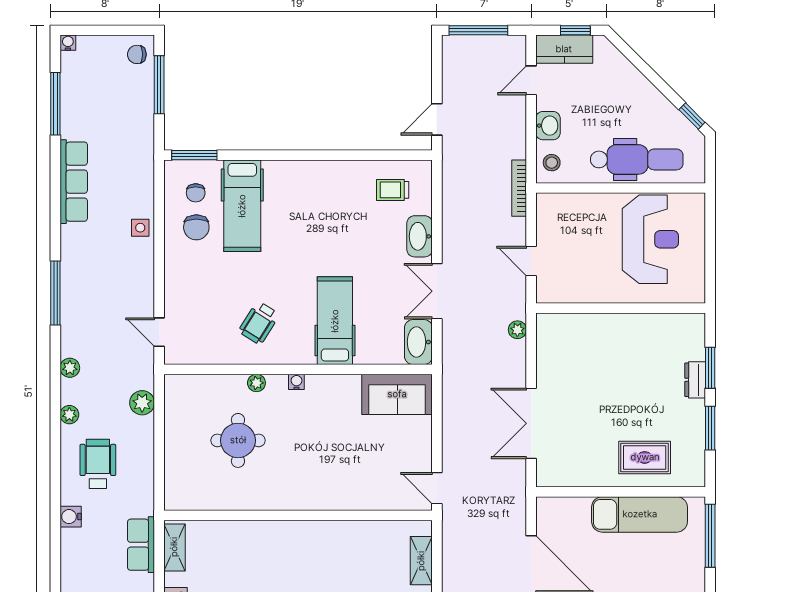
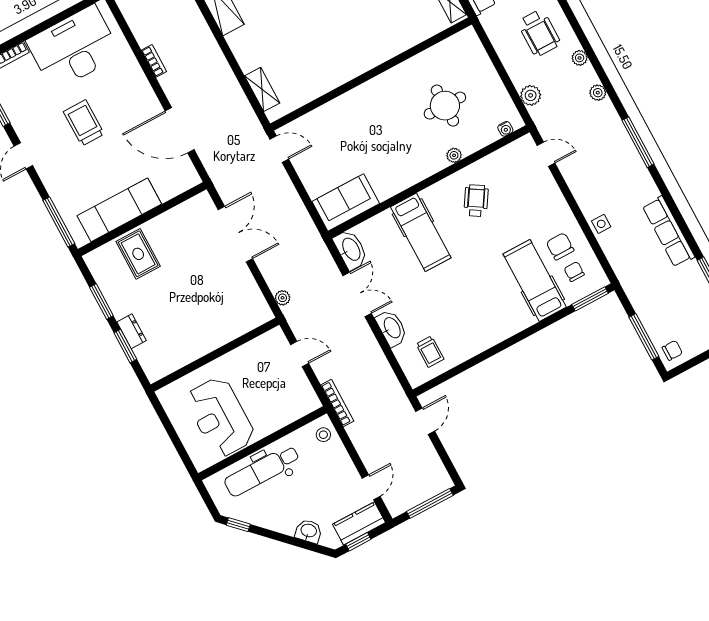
washbasin: (548, 126) -> (309, 531), moved, turned 135
trolley: (393, 190) -> (430, 352), turned 90
water cooler: (296, 382) -> (505, 129), moved
rug: (645, 457) -> (138, 254), turned 90

